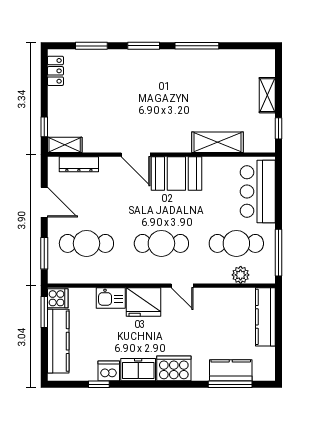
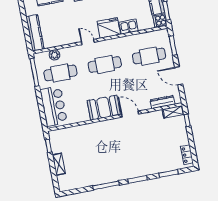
shelving: (218, 142) -> (83, 131), removed

